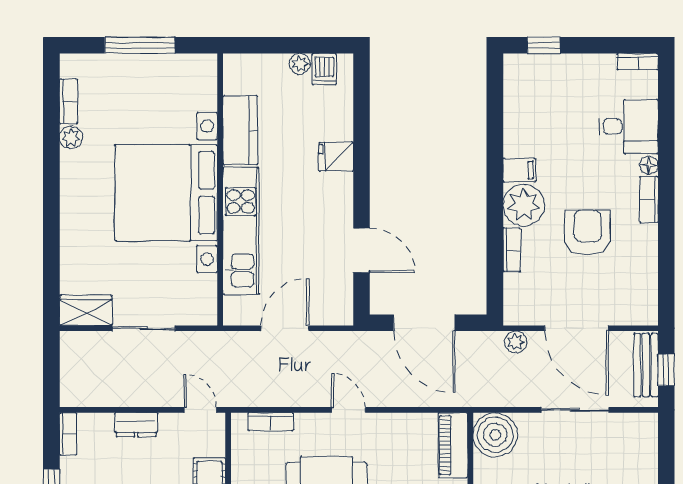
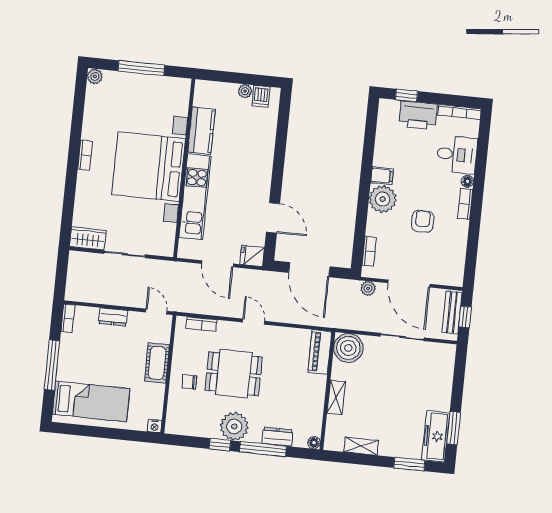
bookcase: (638, 62) -> (459, 112), width x1.56
printer: (564, 73) -> (418, 115), added
bookcase: (69, 101) -> (85, 155), moved
plant: (71, 138) -> (95, 76), moved
fridge: (336, 157) -> (252, 256), moved
armchair: (588, 232) -> (423, 221), width x0.72, depth x0.72
bookcase: (512, 250) -> (369, 251), moved
door: (285, 328) -> (217, 264), swing flipped

